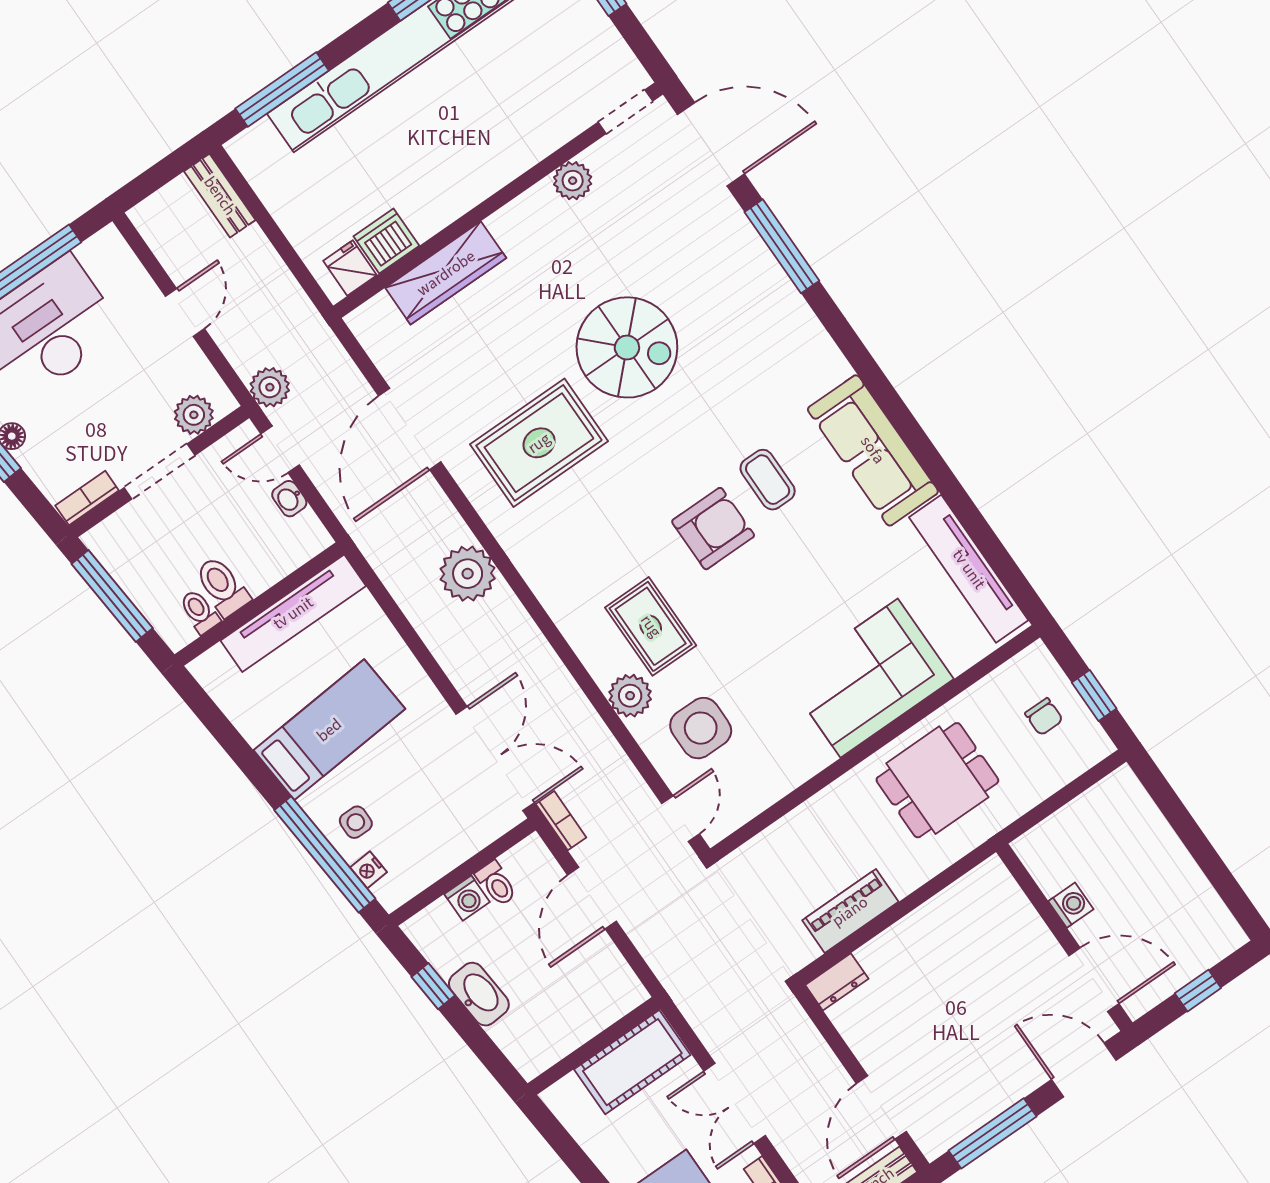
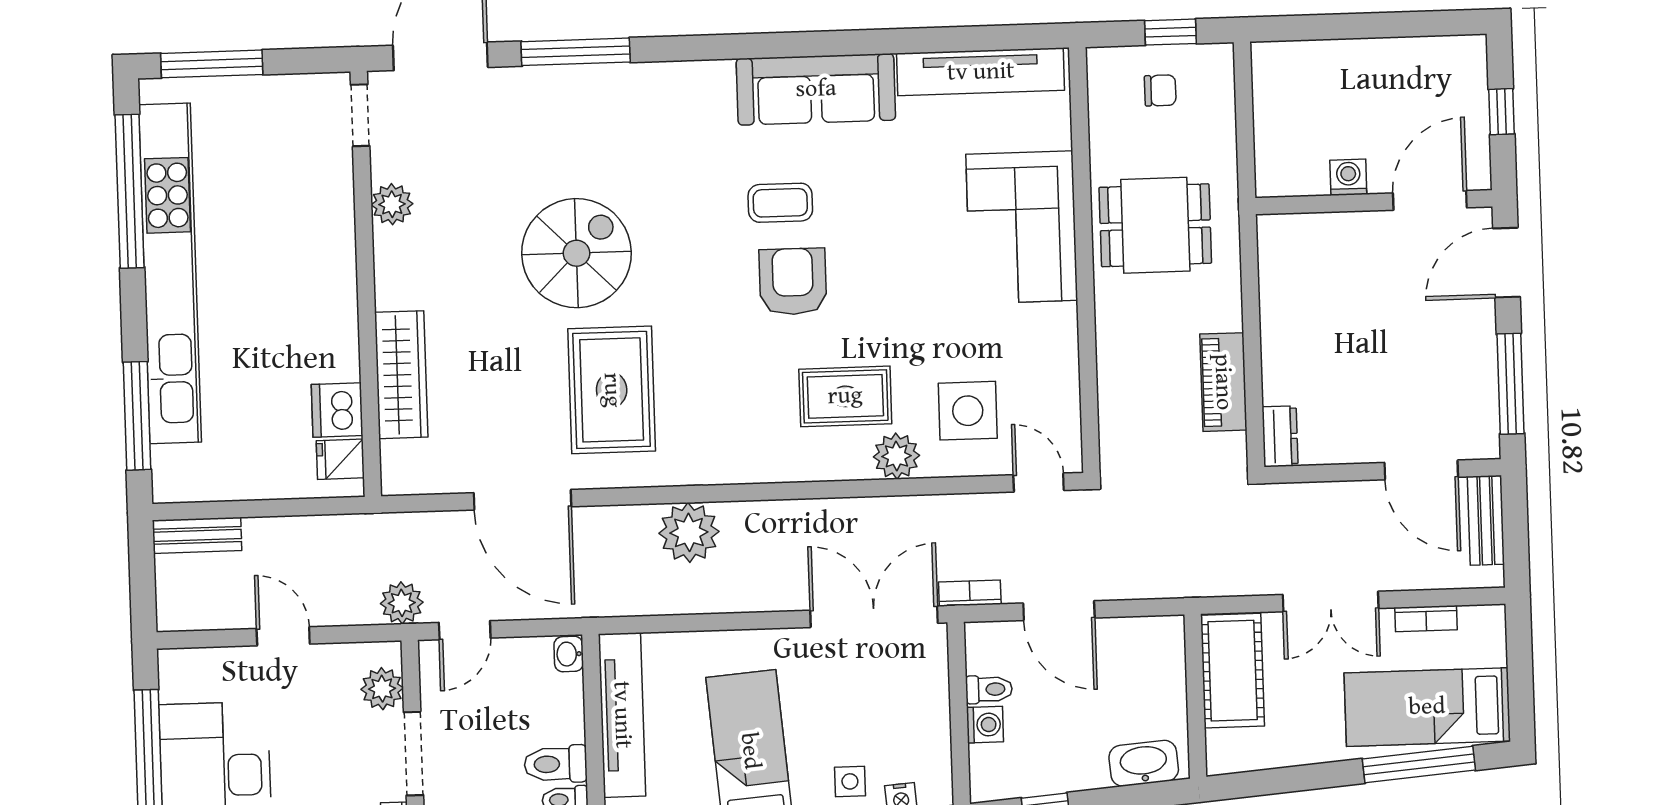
washbasin: (289, 499) -> (569, 654), moved, turned 90
dining table: (937, 780) -> (1155, 225), turned 90
washbasin: (479, 994) -> (1144, 763), moved

